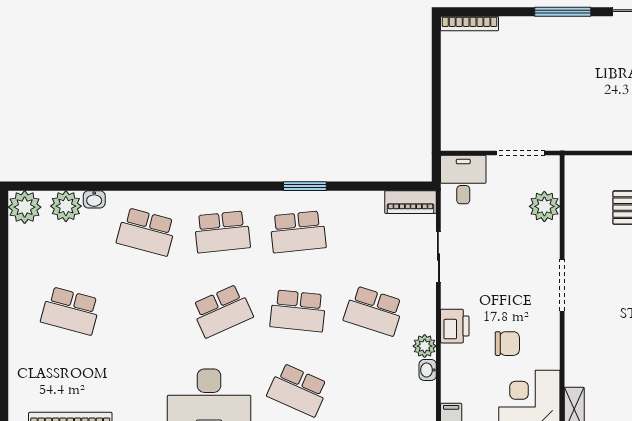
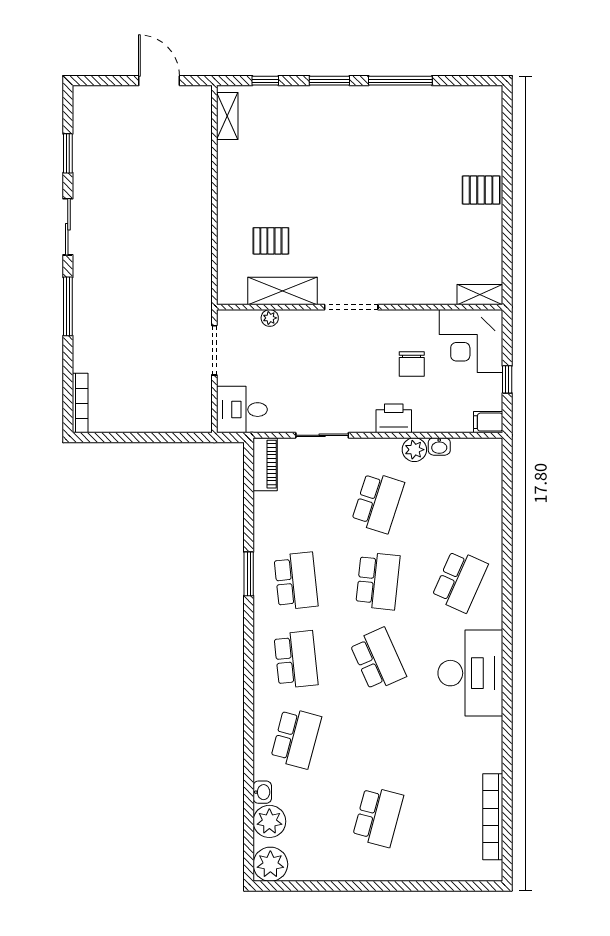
plant: (544, 206) -> (270, 318), width x0.53, depth x0.53
shelving: (578, 219) -> (282, 291), added
chair: (507, 344) -> (412, 364), turned 180

